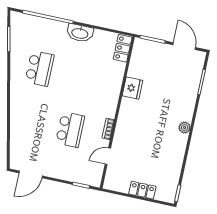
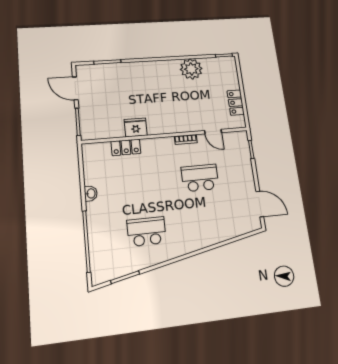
washbasin: (80, 33) -> (91, 193), width x0.52, depth x0.69
door: (184, 46) -> (75, 88), hinge flipped
locker: (123, 48) -> (126, 147), moved
plant: (185, 128) -> (191, 69), moved, width x1.88, depth x1.88
locker: (142, 190) -> (236, 103), moved

